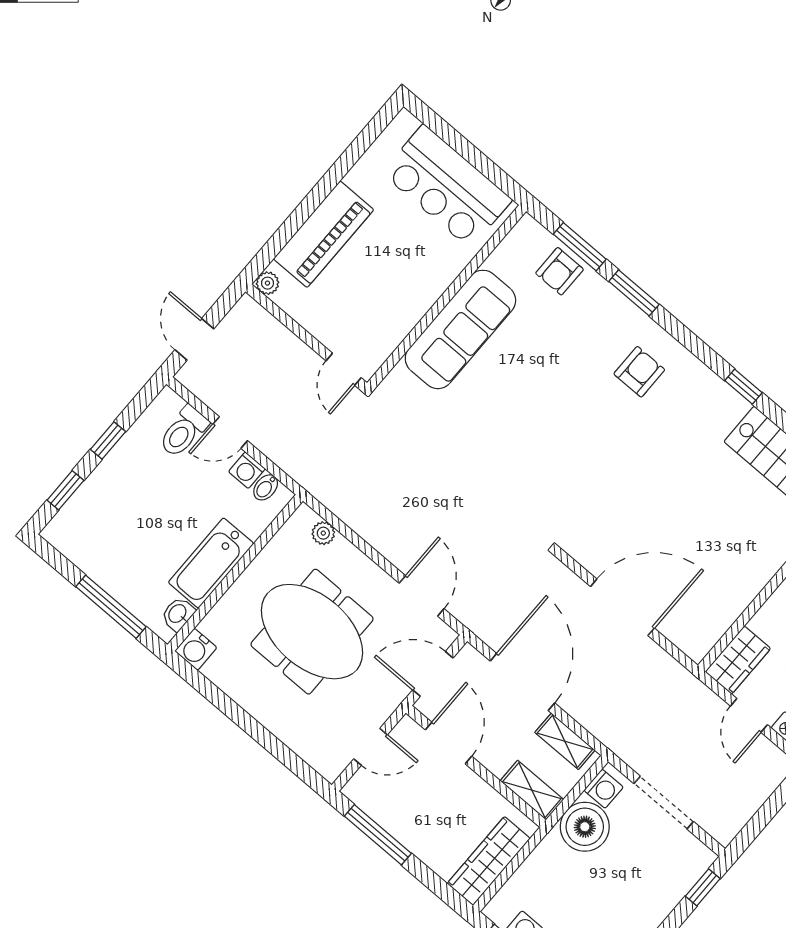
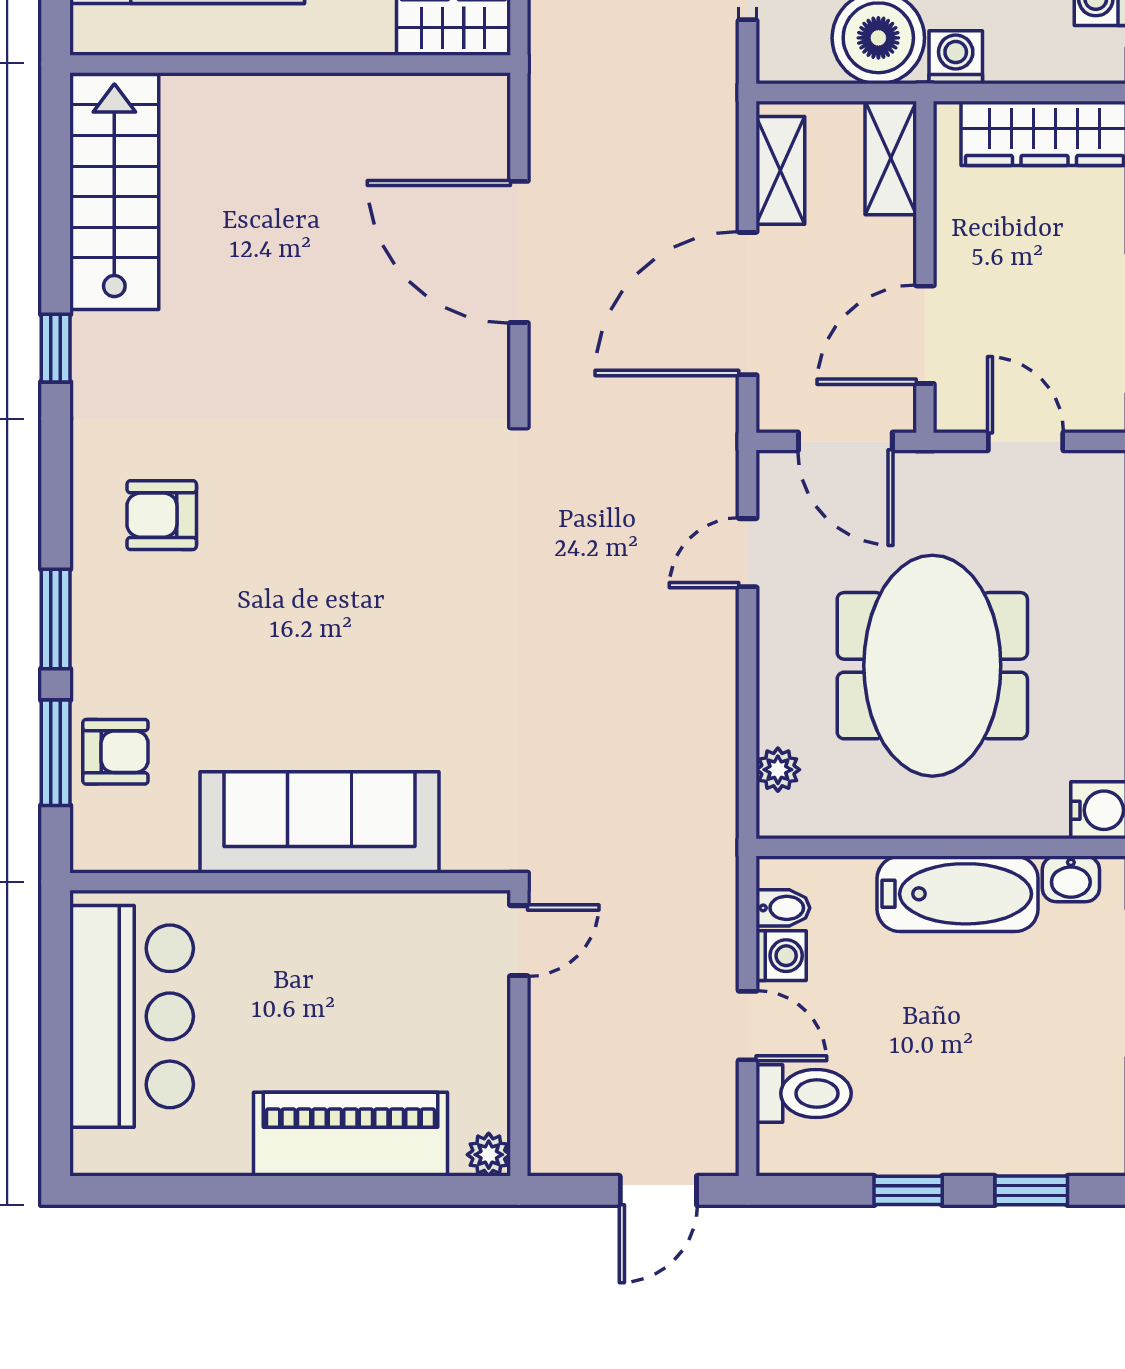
door: (422, 596) -> (748, 553), width x0.73
washing machine: (604, 789) -> (956, 57), moved

